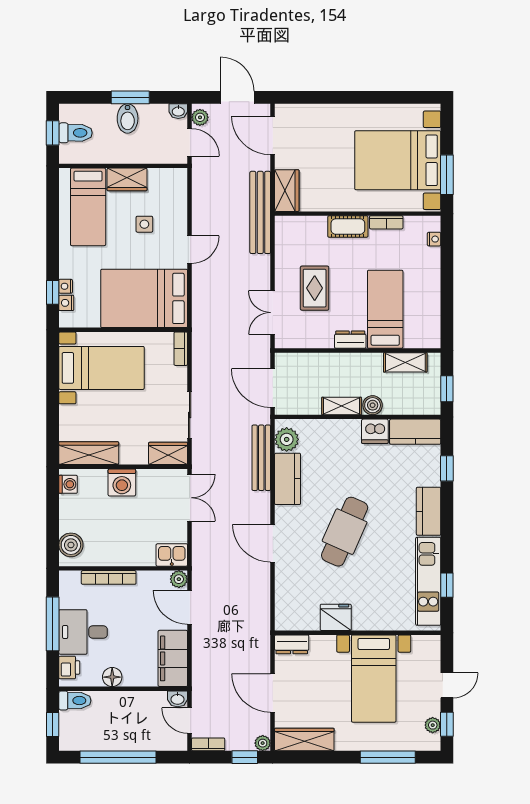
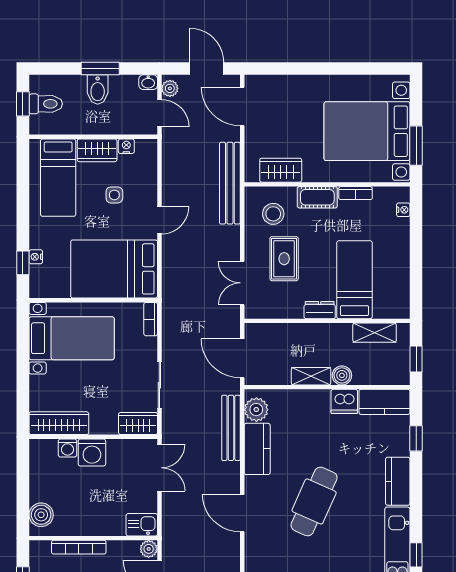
wardrobe: (287, 191) -> (281, 170), moved, turned -90
stool: (304, 243) -> (273, 214), added
nightstand: (66, 303) -> (126, 146), moved, turned 90
washing machine: (68, 484) -> (68, 448), moved, turned 90

